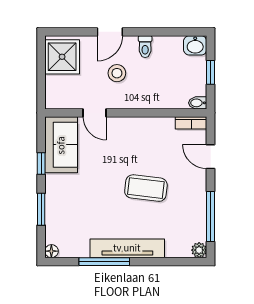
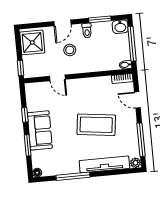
window: (166, 32) -> (100, 19), added
window: (211, 72) -> (132, 44), width x2.17
window: (41, 93) -> (20, 68), added
sofa: (61, 145) -> (40, 130), moved
coffee table: (146, 188) -> (96, 125), width x1.36, depth x1.32
tv unit: (127, 248) -> (104, 164), moved

